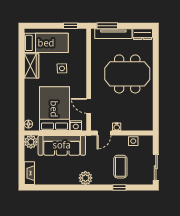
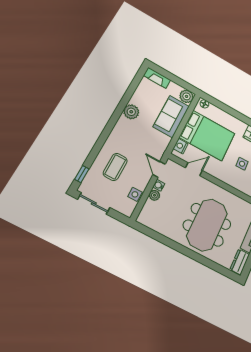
plant: (126, 126) -> (154, 195), added
sofa: (62, 145) -> (171, 117), width x0.73
coffee table: (120, 167) -> (115, 167), turned 90
plant: (85, 178) -> (131, 112), moved
window: (119, 188) -> (82, 174), moved

